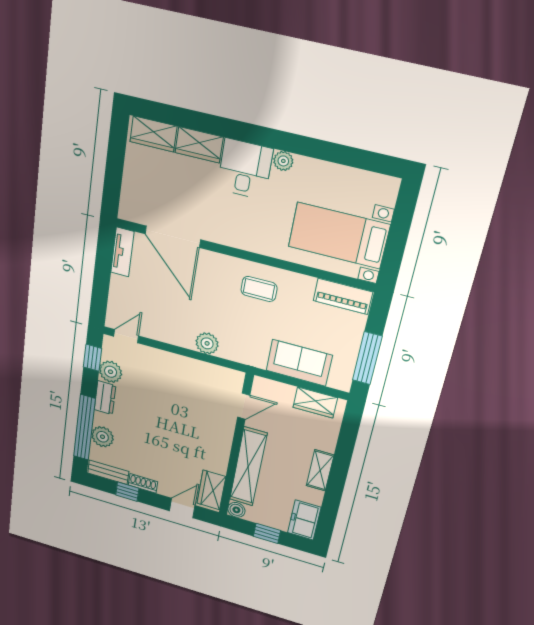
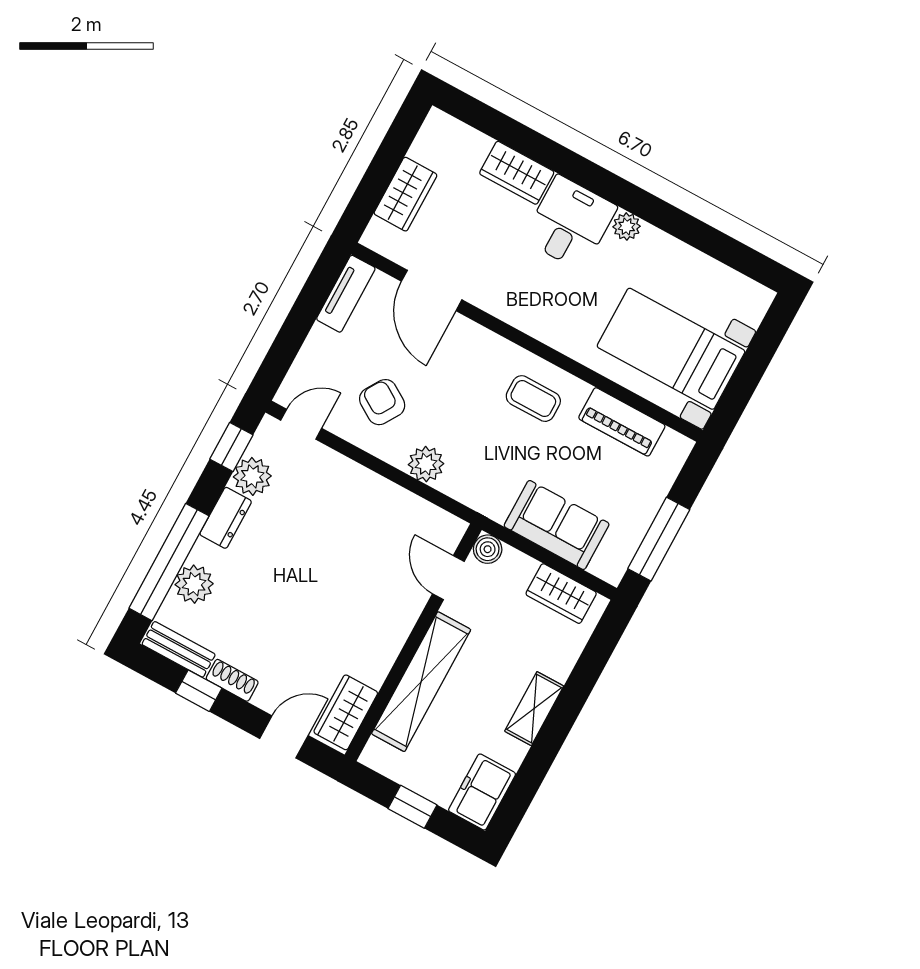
wardrobe: (153, 134) -> (405, 194), moved, turned -90
door: (173, 237) -> (432, 291), width x0.73
piano: (343, 296) -> (622, 422), moved
armchair: (168, 312) -> (382, 402), added
door: (244, 406) -> (448, 578), swing flipped
boiler: (236, 510) -> (488, 549), moved

